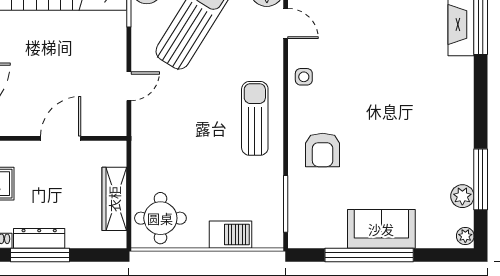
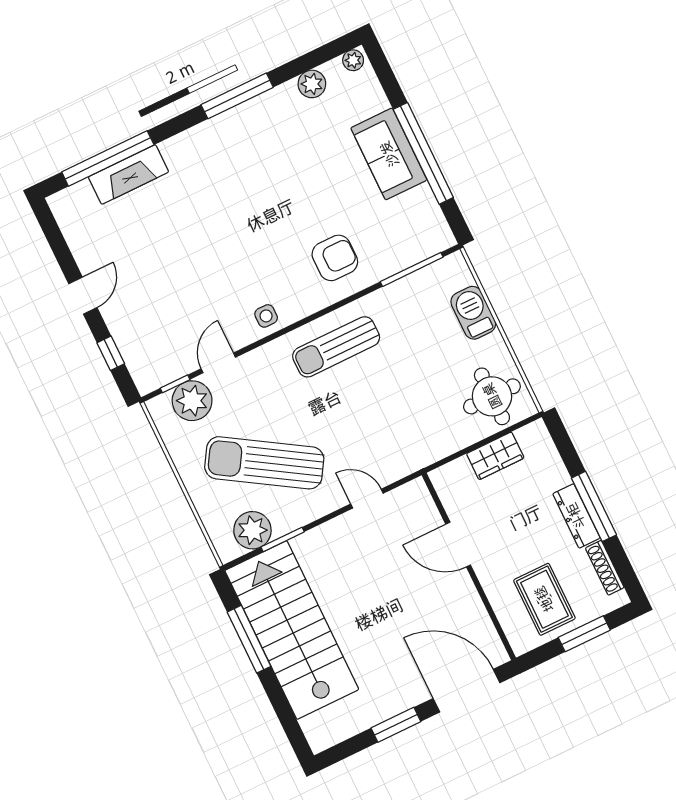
window: (481, 179) -> (237, 96), moved
wardrobe: (114, 199) -> (495, 456), width x0.67

